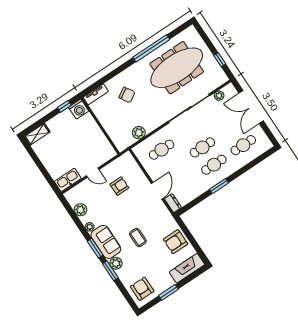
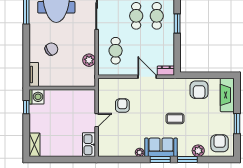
plant: (81, 210) -> (121, 151), removed
plant: (116, 263) -> (198, 151), moved
armchair: (142, 289) -> (220, 143), turned 90

